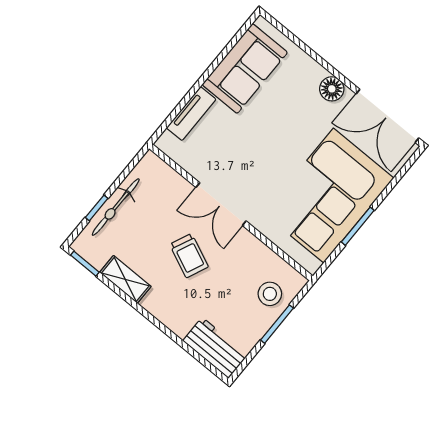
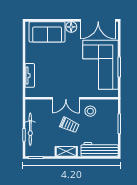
sofa: (245, 69) -> (47, 32), moved, turned 90
shelving: (125, 279) -> (66, 151), moved
stool: (270, 294) -> (90, 111), moved
workbench: (215, 348) -> (100, 149), width x1.38

